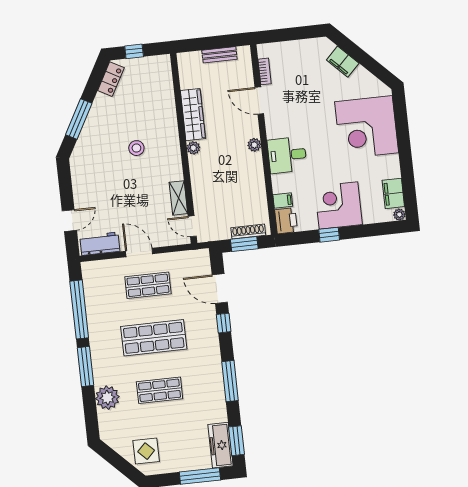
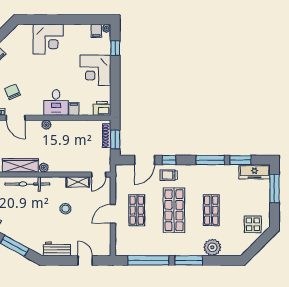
chair: (295, 92) -> (13, 92), added
door: (259, 101) -> (16, 118), hinge flipped
bicycle: (168, 127) -> (27, 184), added
corner desk: (367, 127) -> (48, 39), width x0.74, depth x0.74
stool: (136, 148) -> (65, 209), moved
filing cabinet: (393, 193) -> (96, 31), width x0.50
filing cabinet: (283, 200) -> (74, 109), moved
window: (329, 235) -> (115, 48), moved
workbench: (100, 244) -> (57, 249), moved, turned 90
trolley: (202, 325) -> (169, 175), added
window: (237, 441) -> (241, 160), moved

